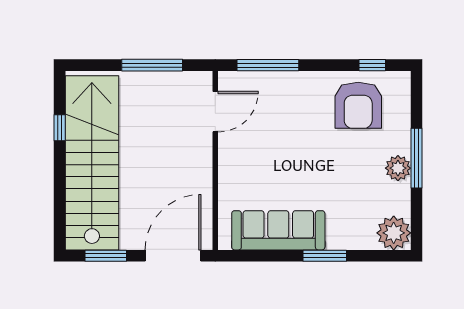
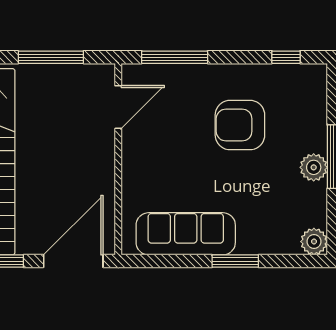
armchair: (358, 105) -> (240, 125), moved, turned 90
plant: (394, 233) -> (314, 242), width x0.73, depth x0.73

